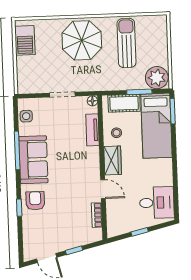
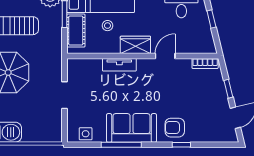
floor lamp: (92, 101) -> (72, 64), removed
tv unit: (92, 130) -> (119, 65), moved
stool: (117, 133) -> (107, 26), moved
bookcase: (97, 215) -> (205, 63), moved

